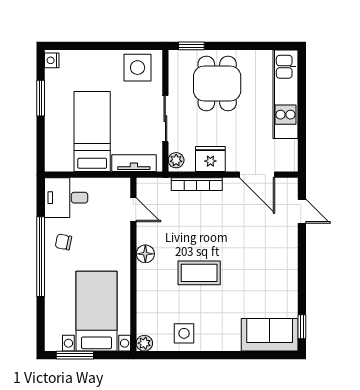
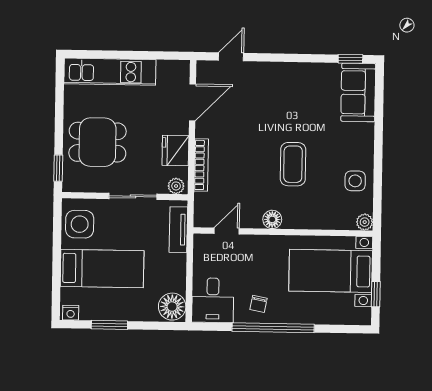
bed: (92, 132) -> (102, 269), moved, turned 180
floor lamp: (59, 158) -> (172, 307), added
window: (75, 355) -> (376, 294), width x0.67

